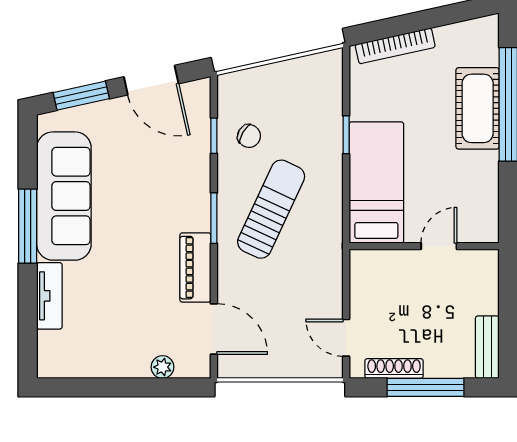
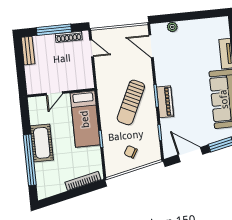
cot: (478, 108) -> (42, 143), moved
chair: (249, 136) -> (131, 152), moved
piano: (195, 268) -> (165, 102), moved

